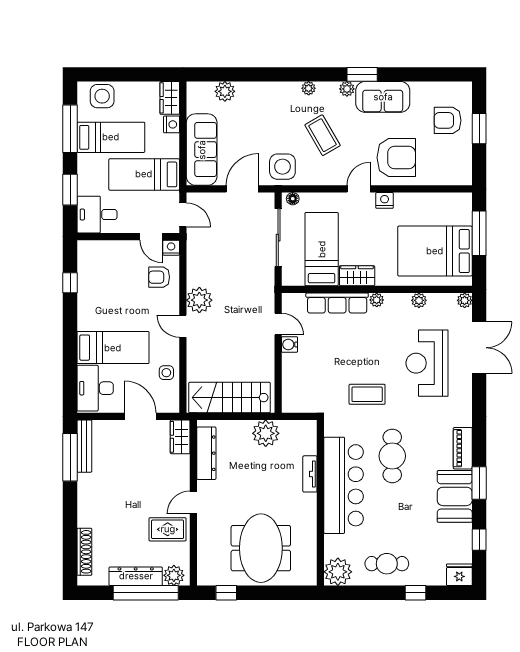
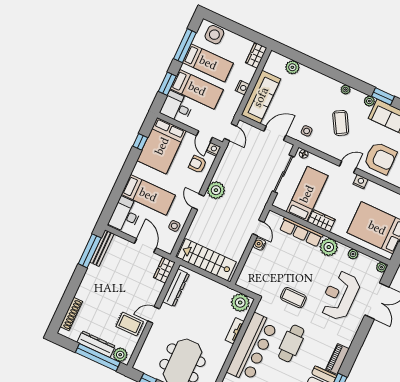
nightstand: (172, 124) -> (242, 88), moved
side table: (282, 167) -> (307, 131), width x0.54, depth x0.54
bed: (144, 174) -> (197, 89), moved, turned 180
bed: (100, 275) -> (162, 146), added
plant: (377, 300) -> (329, 247), width x1.88, depth x1.88
plant: (266, 433) -> (240, 303), moved

